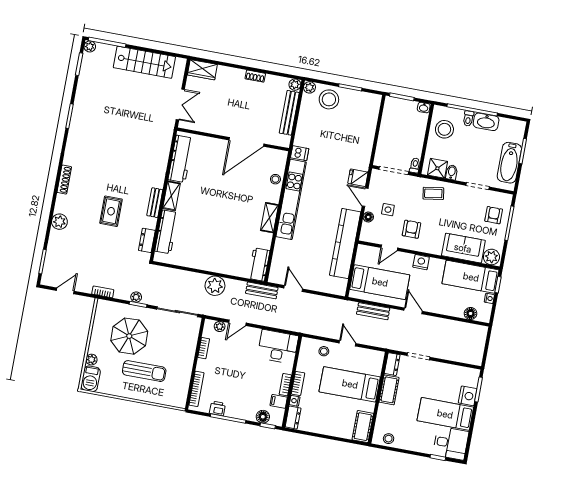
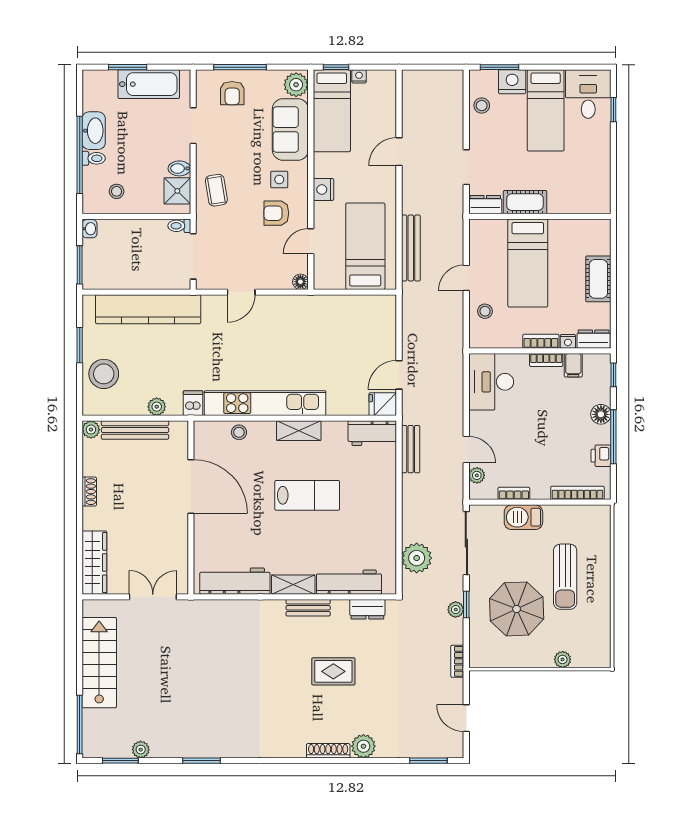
plant: (90, 46) -> (141, 750), moved
wardrobe: (202, 70) -> (94, 563), width x1.50
plant: (309, 87) -> (157, 407), moved
stool: (444, 129) -> (117, 191), width x0.53, depth x0.53
fridge: (358, 178) -> (383, 404), moved, turned 90
shoe rack: (64, 180) -> (328, 751), moved
side table: (388, 210) -> (279, 180), moved
lab bench: (227, 215) -> (307, 495), added
armchair: (494, 215) -> (232, 93), turned -90
floor lamp: (368, 217) -> (300, 282), moved
kitchen counter: (345, 244) -> (148, 309), moved
door: (389, 248) -> (311, 241), swing flipped
plant: (215, 286) -> (417, 558), moved
bench: (262, 290) -> (411, 449), moved
bench: (373, 311) -> (411, 248), width x1.36
door: (413, 311) -> (399, 152), moved
floor lamp: (471, 313) -> (387, 101), removed
sun lounger: (144, 371) -> (565, 577), turned 180
barbecue: (91, 379) -> (523, 517), moved, turned 180
floor lamp: (263, 417) -> (601, 414), moved
cot: (363, 427) -> (598, 279), moved, turned 90
stool: (389, 439) -> (482, 106), moved

